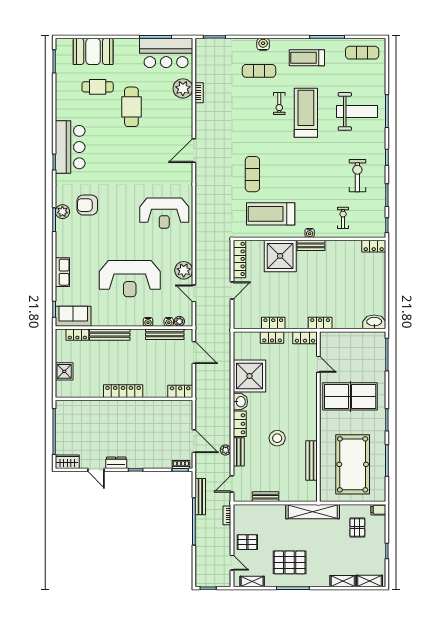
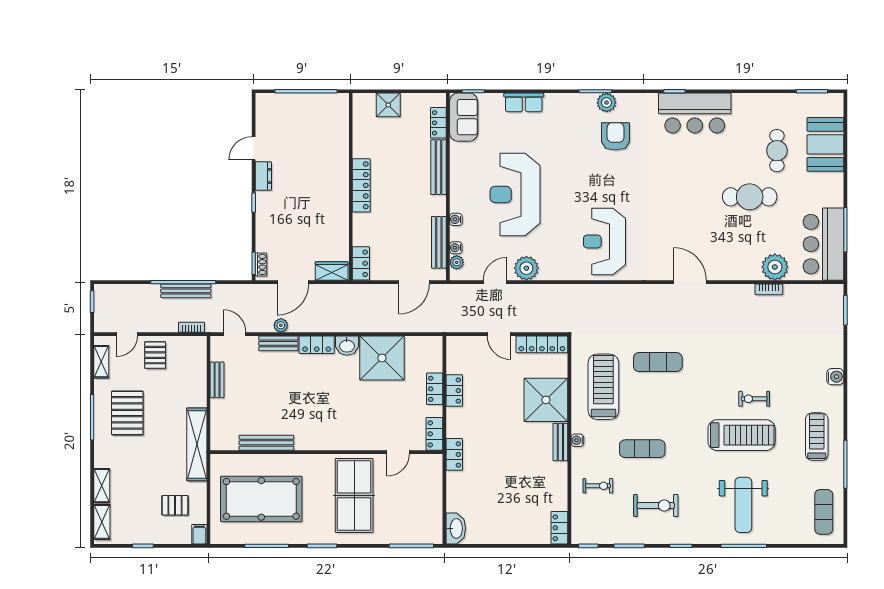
exercise mat: (259, 71) -> (642, 449), moved, turned 90
stool: (277, 438) -> (297, 396), removed
wardrobe: (67, 462) -> (332, 271), moved, turned -90
bench: (200, 497) -> (186, 291), moved

